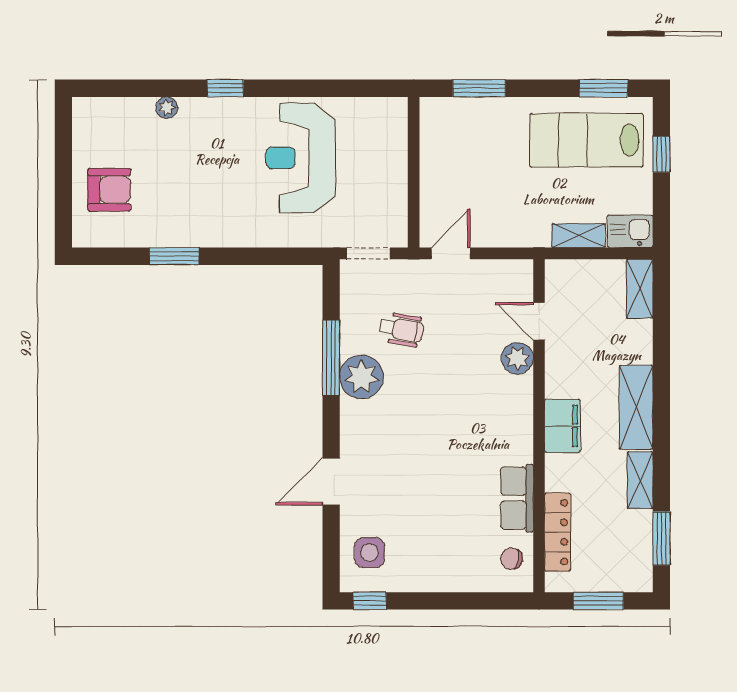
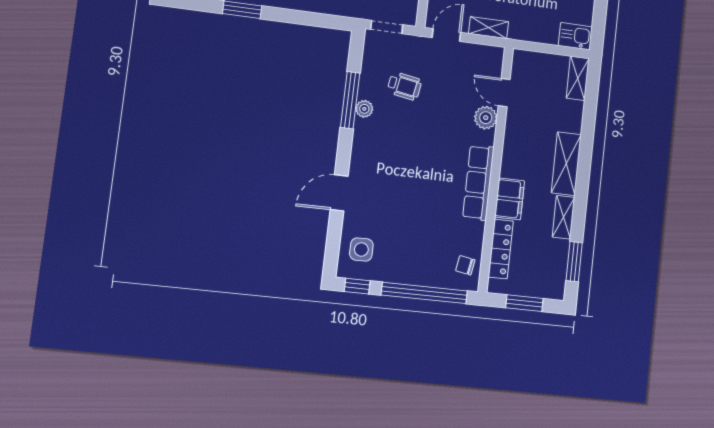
shelving: (579, 236) -> (489, 28), moved
plant: (361, 377) -> (364, 109), width x0.53, depth x0.53
filing cabinet: (562, 426) -> (510, 199), moved
row of seats: (517, 498) -> (478, 183), moved, width x1.48
window: (460, 601) -> (424, 293), added

